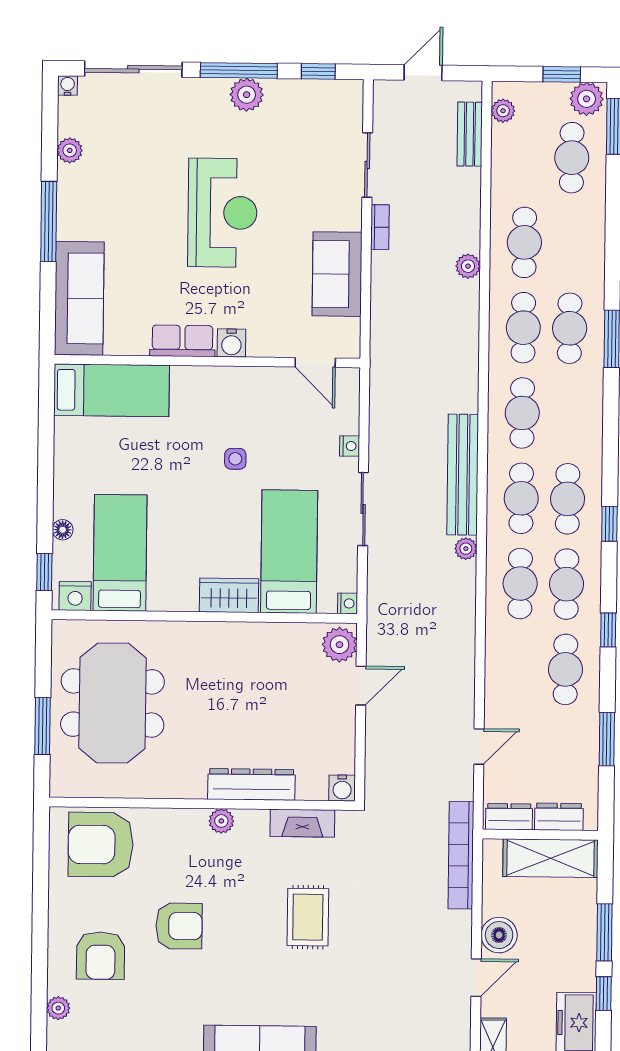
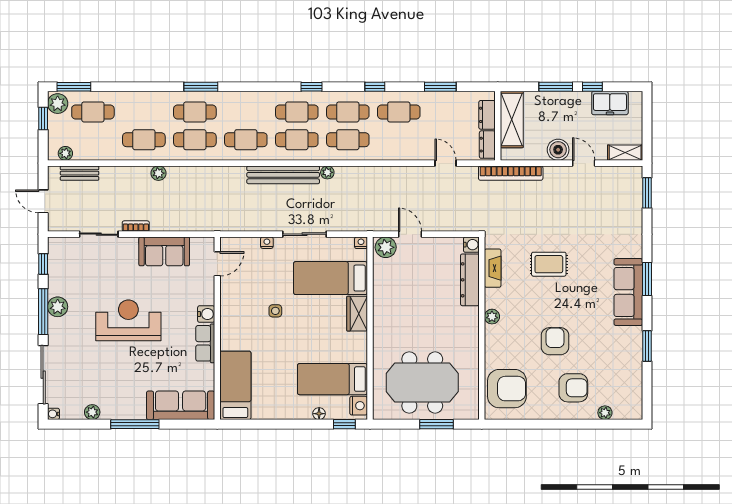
dresser: (251, 784) -> (470, 280), moved
armchair: (101, 845) -> (507, 389), turned -90

